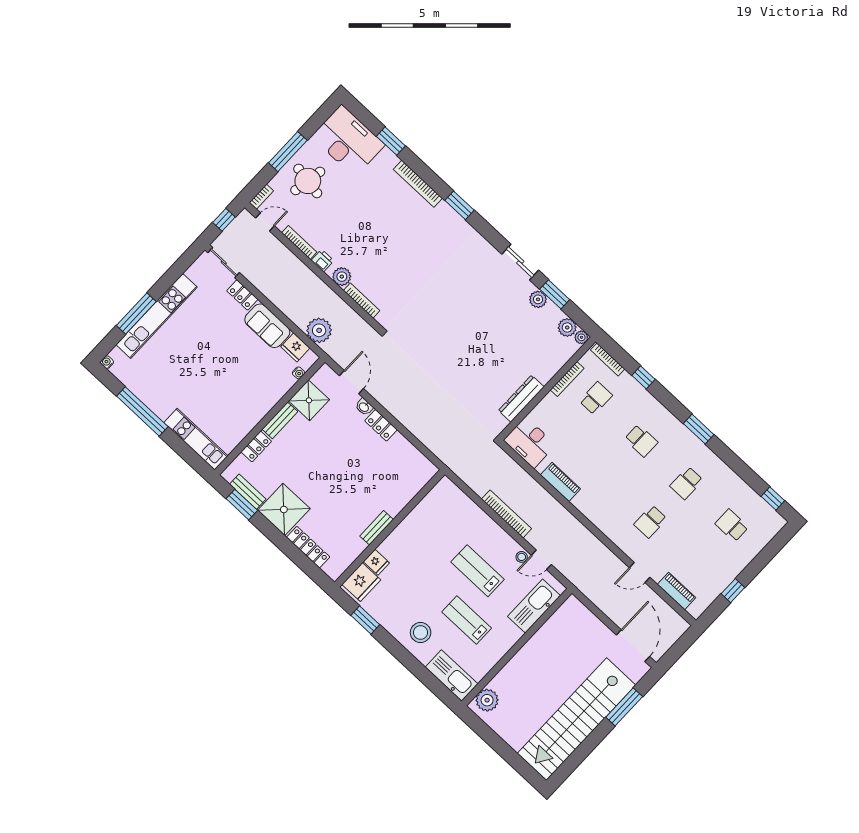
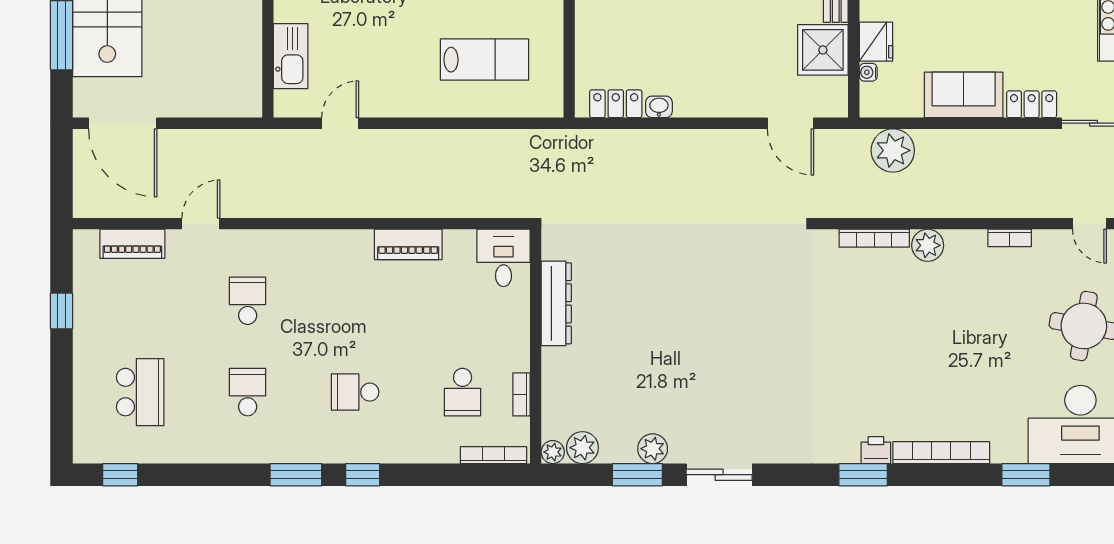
door: (265, 222) -> (1089, 224), hinge flipped
bookcase: (299, 243) -> (1010, 238), width x0.64
printer: (323, 261) -> (876, 450), moved, turned 180
fridge: (295, 347) -> (876, 42), moved, turned 90
window: (643, 377) -> (363, 475), moved
bookcase: (567, 379) -> (521, 394), width x0.64
washbasin: (364, 407) -> (659, 107), moved
locker: (381, 425) -> (616, 104), moved
desk: (530, 443) -> (503, 258), width x0.73
bookcase: (506, 514) -> (439, 140), removed
school desk: (732, 525) -> (140, 392), width x1.85
stool: (522, 557) -> (369, 104), removed
lab bench: (477, 571) -> (485, 60), moved
kitchen sink: (534, 606) -> (291, 56), width x0.73, depth x0.81

